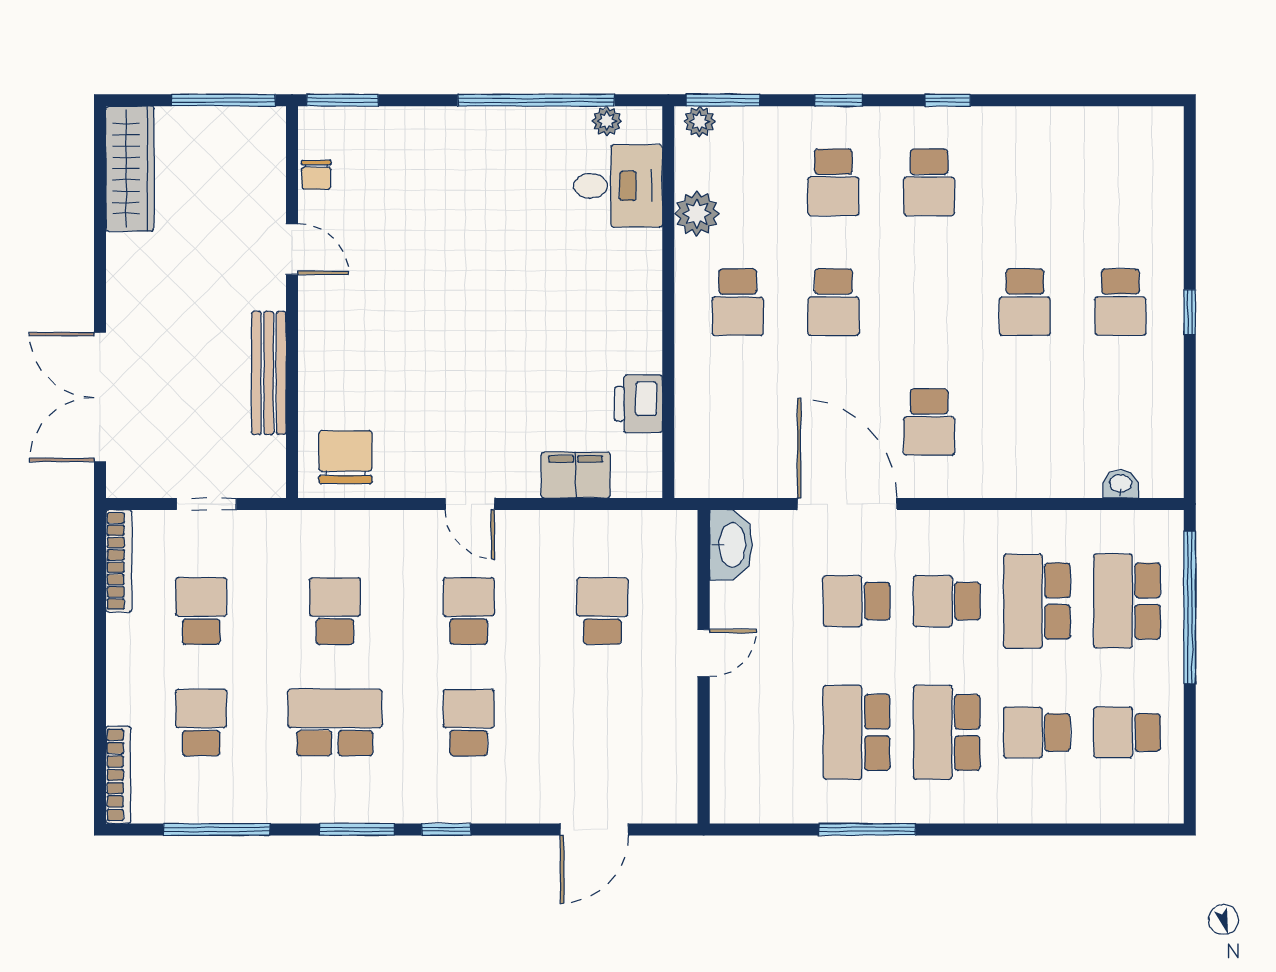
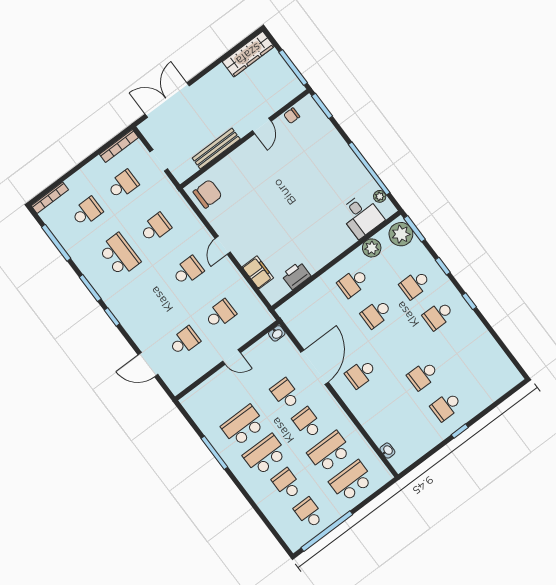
plant: (699, 122) -> (401, 234), width x1.87, depth x1.87
washbasin: (731, 545) -> (277, 333), width x0.52, depth x0.69
window: (1190, 607) -> (327, 531), moved
school desk: (469, 722) -> (184, 341), moved

